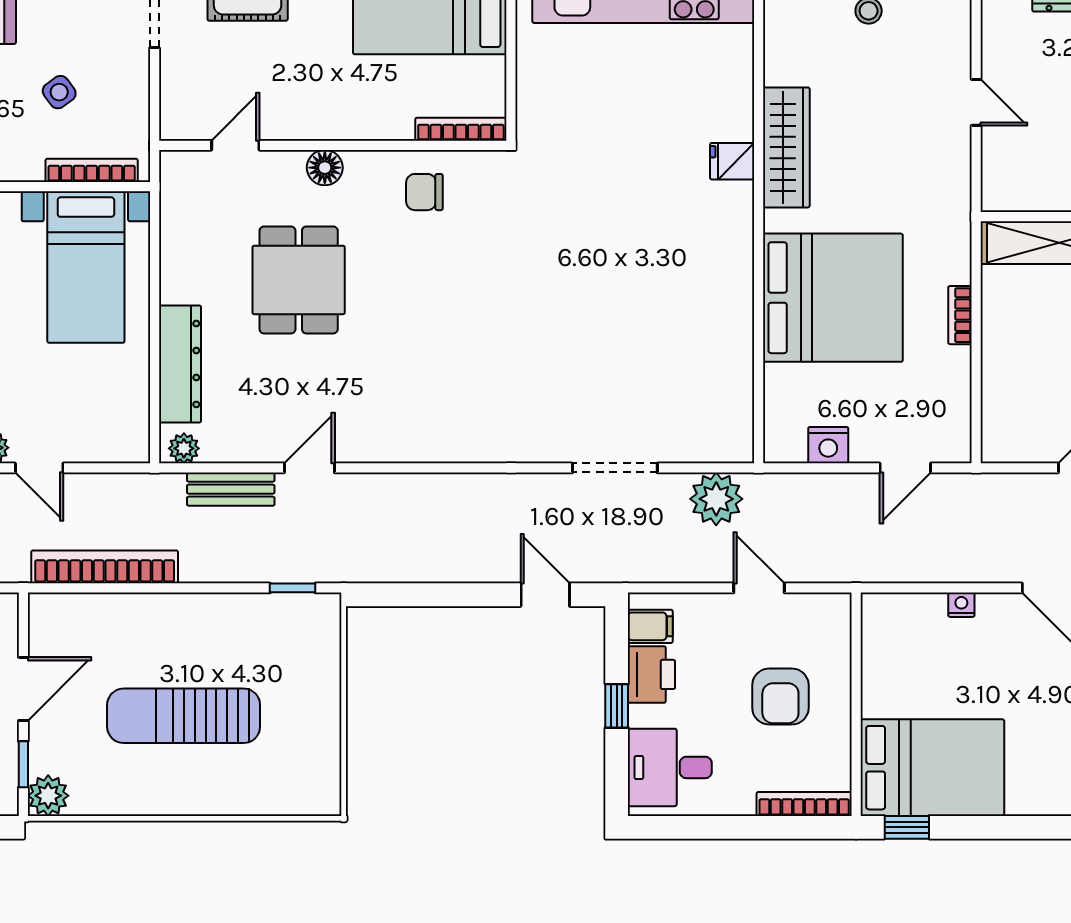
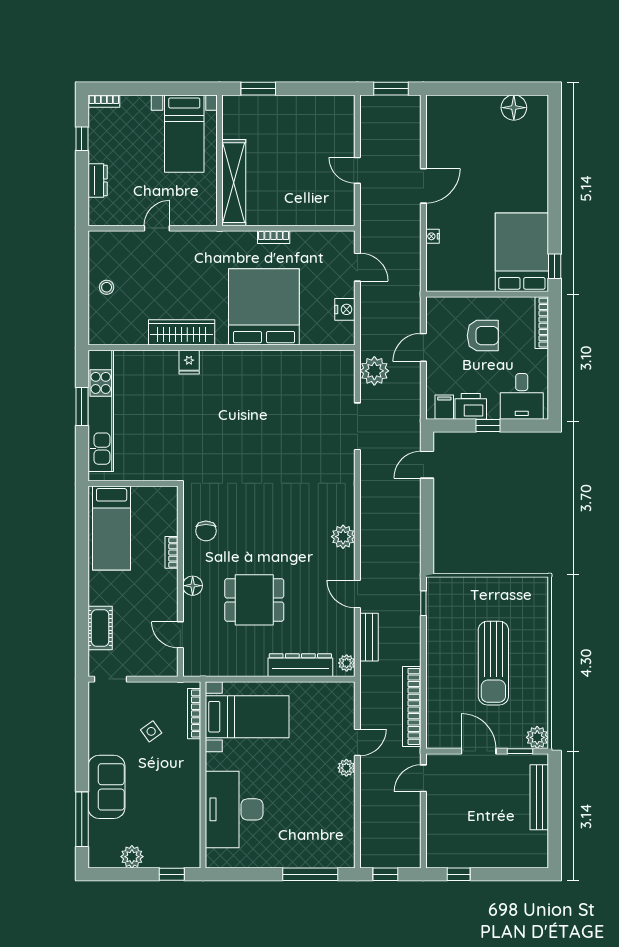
bookcase: (461, 129) -> (172, 552), moved, width x0.64
plant: (414, 442) -> (343, 537), added

